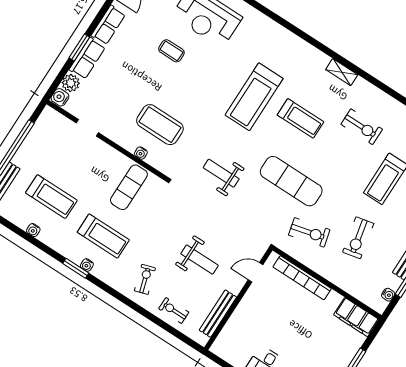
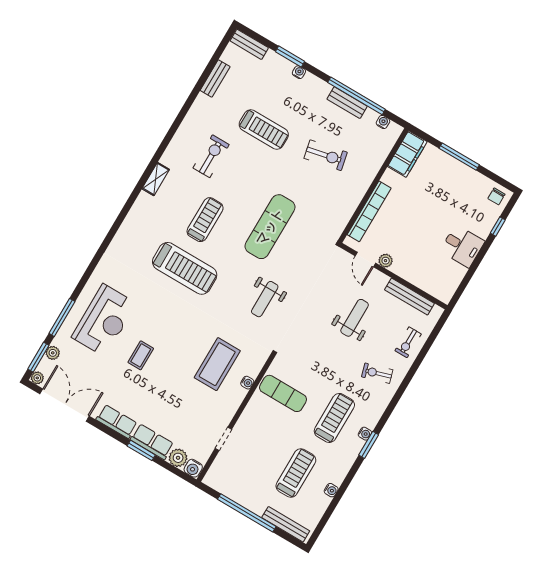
exercise bike: (309, 232) -> (322, 206), removed
plant: (254, 292) -> (386, 261), added

